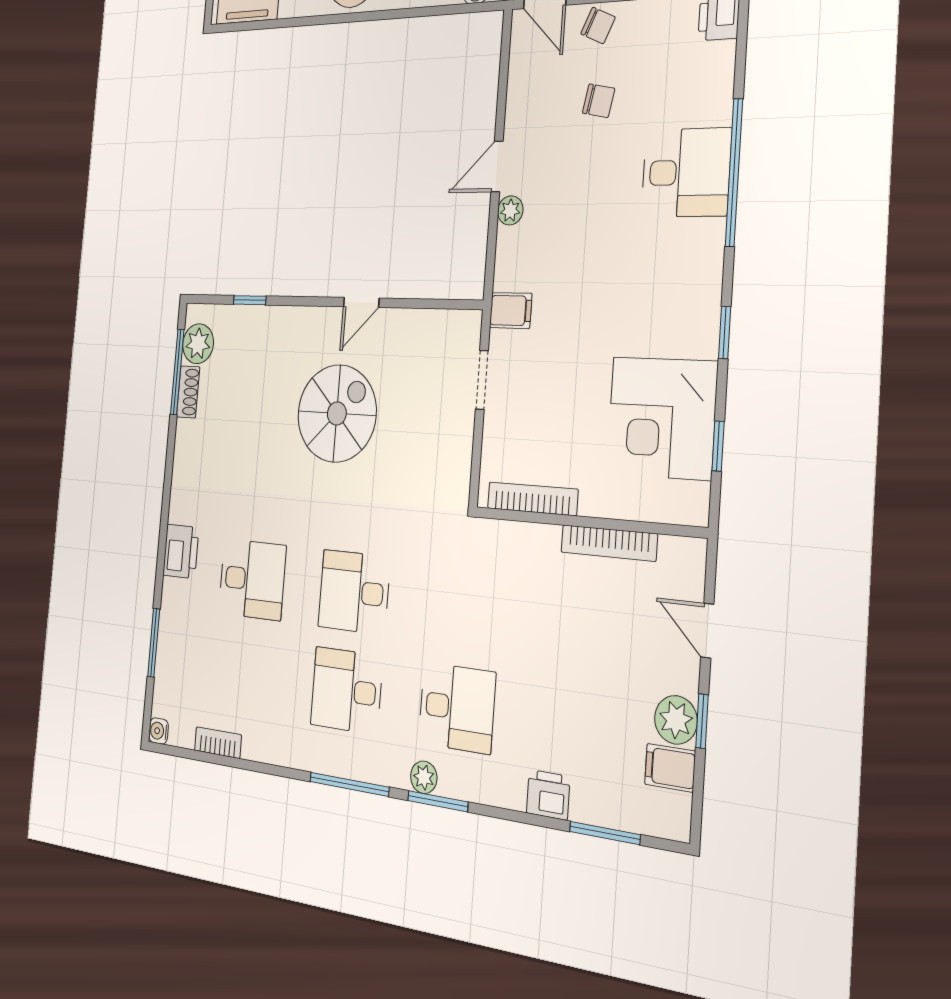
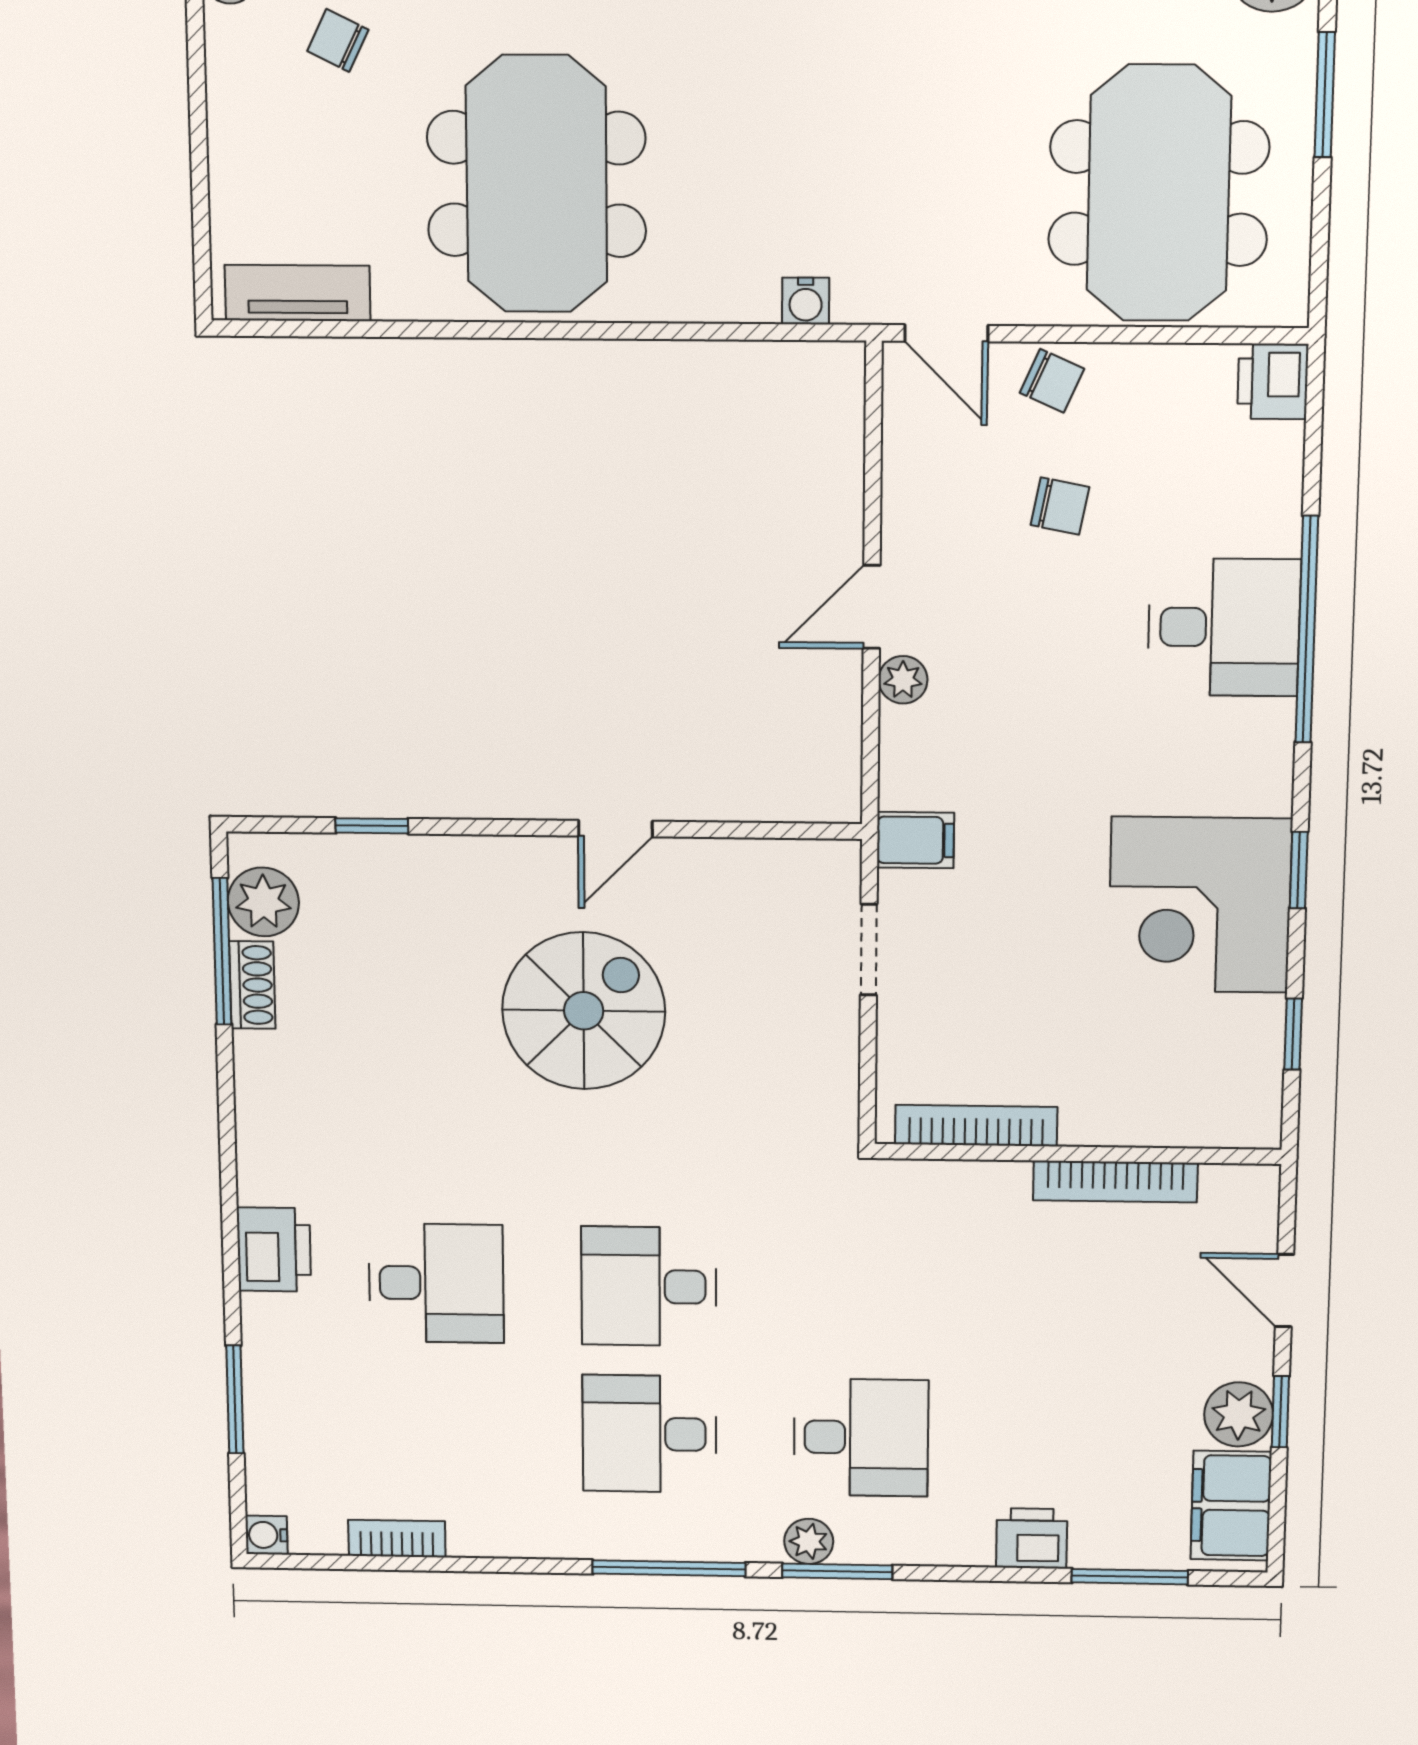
corner desk: (662, 418) -> (1200, 905), moved
filing cabinet: (670, 768) -> (1231, 1506), width x2.00

